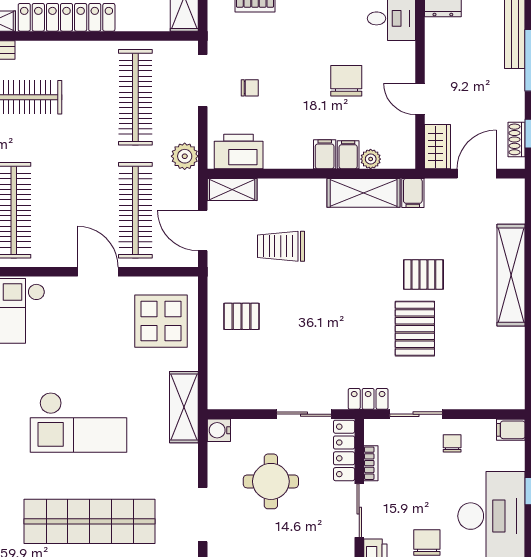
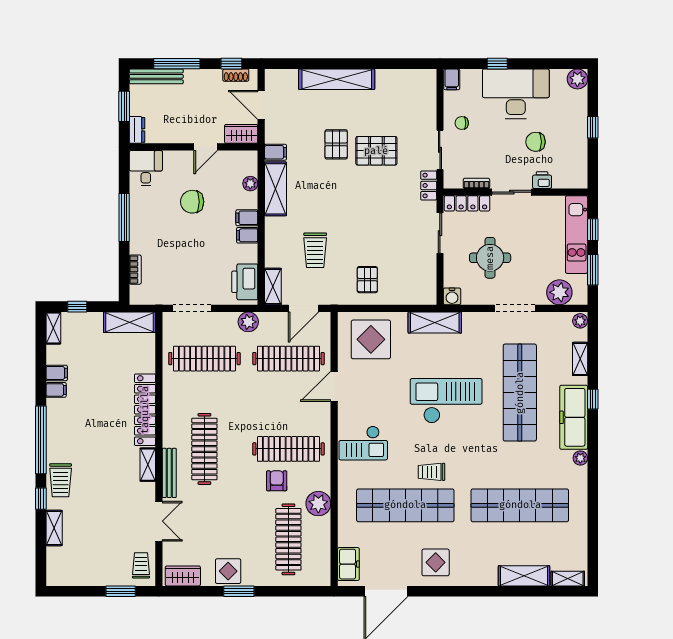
chair: (250, 88) -> (197, 273), removed
filing cabinet: (348, 155) -> (247, 235), moved
checkout: (79, 422) -> (446, 401), turned -90

